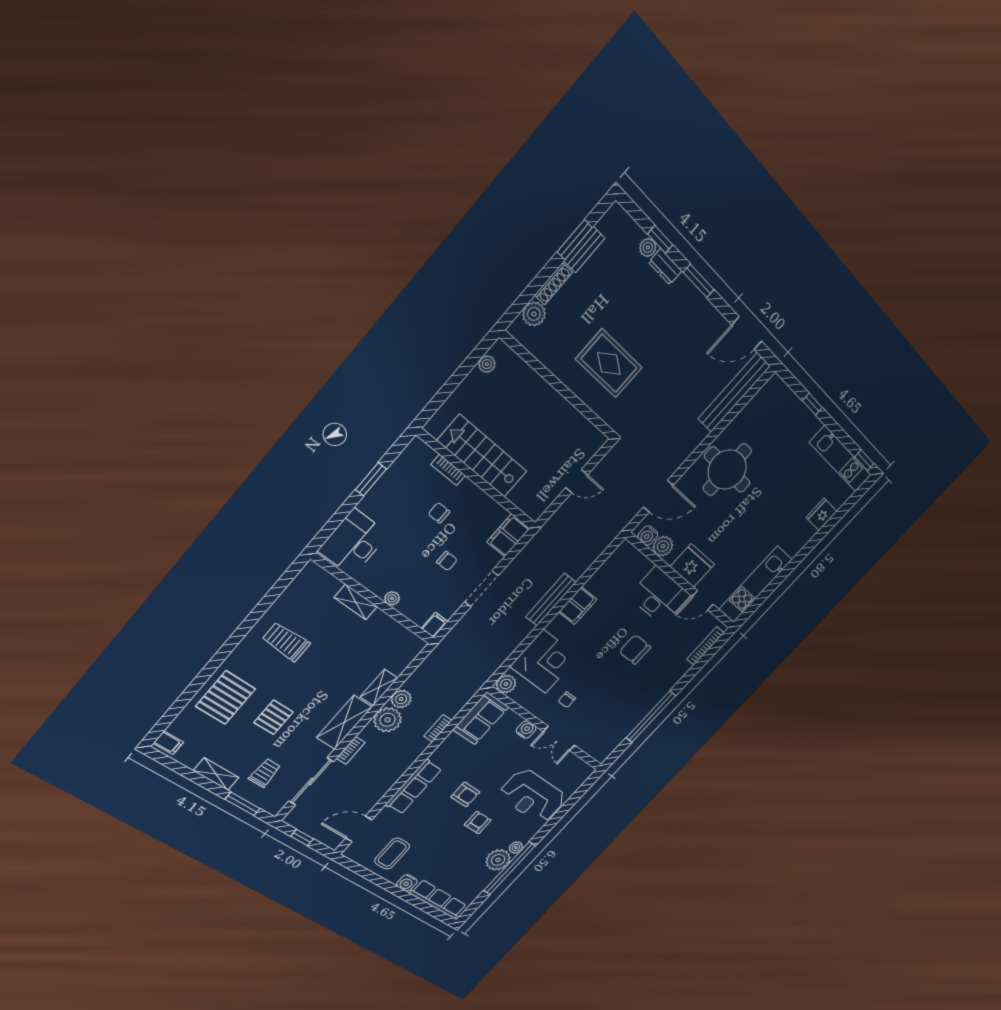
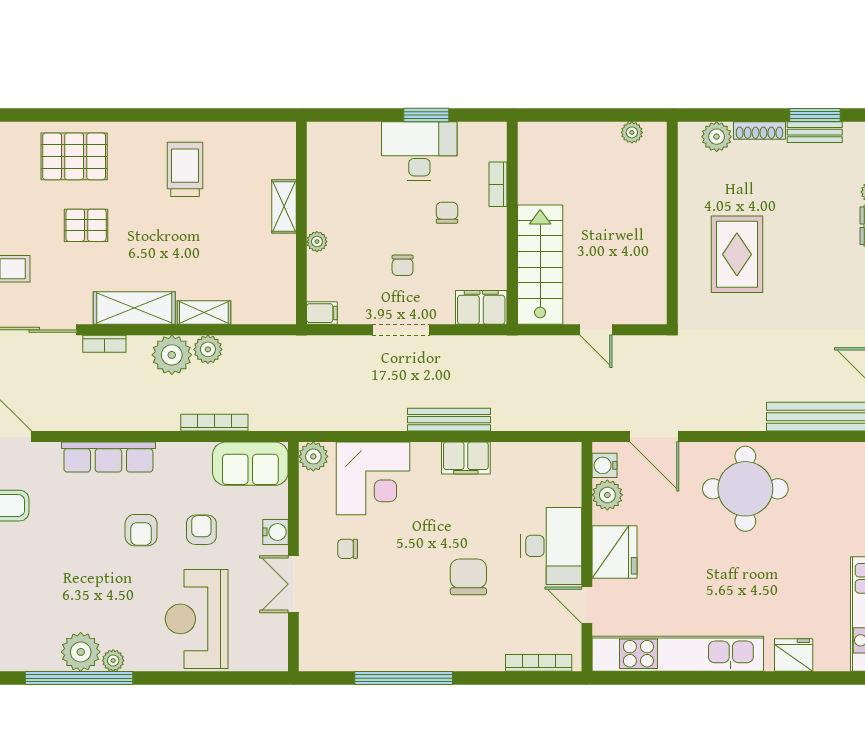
stairs: (482, 456) -> (540, 265), moved
desk: (353, 543) -> (419, 151), moved
kitchen unit: (755, 584) -> (678, 654), width x1.36
bookcase: (438, 728) -> (214, 423), width x1.56
armchair: (478, 823) -> (201, 530), moved, turned -90

